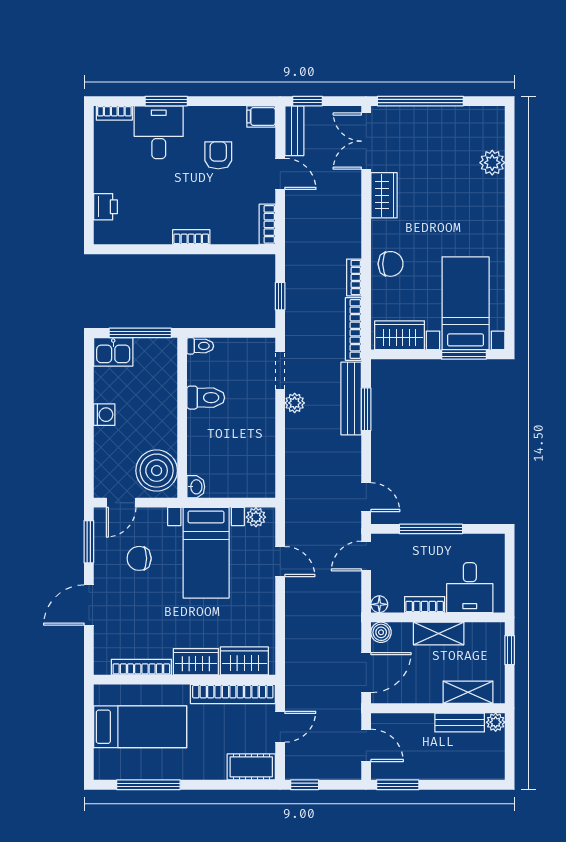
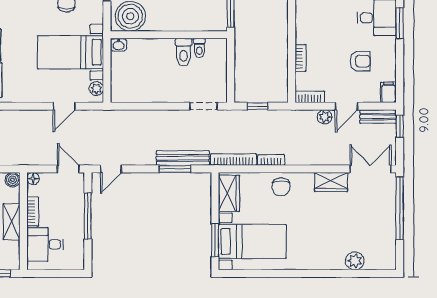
bookcase: (191, 237) -> (301, 58), moved
toilet: (200, 346) -> (199, 48), moved
plant: (295, 403) -> (325, 117), moved

